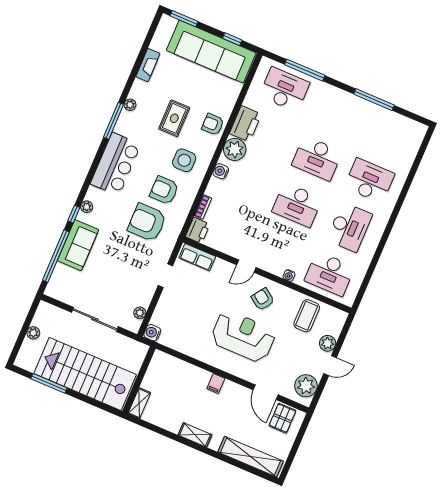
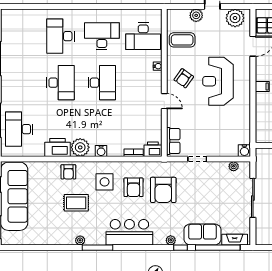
fireplace: (148, 65) -> (235, 240), moved
desk: (330, 274) -> (143, 36), turned 90

